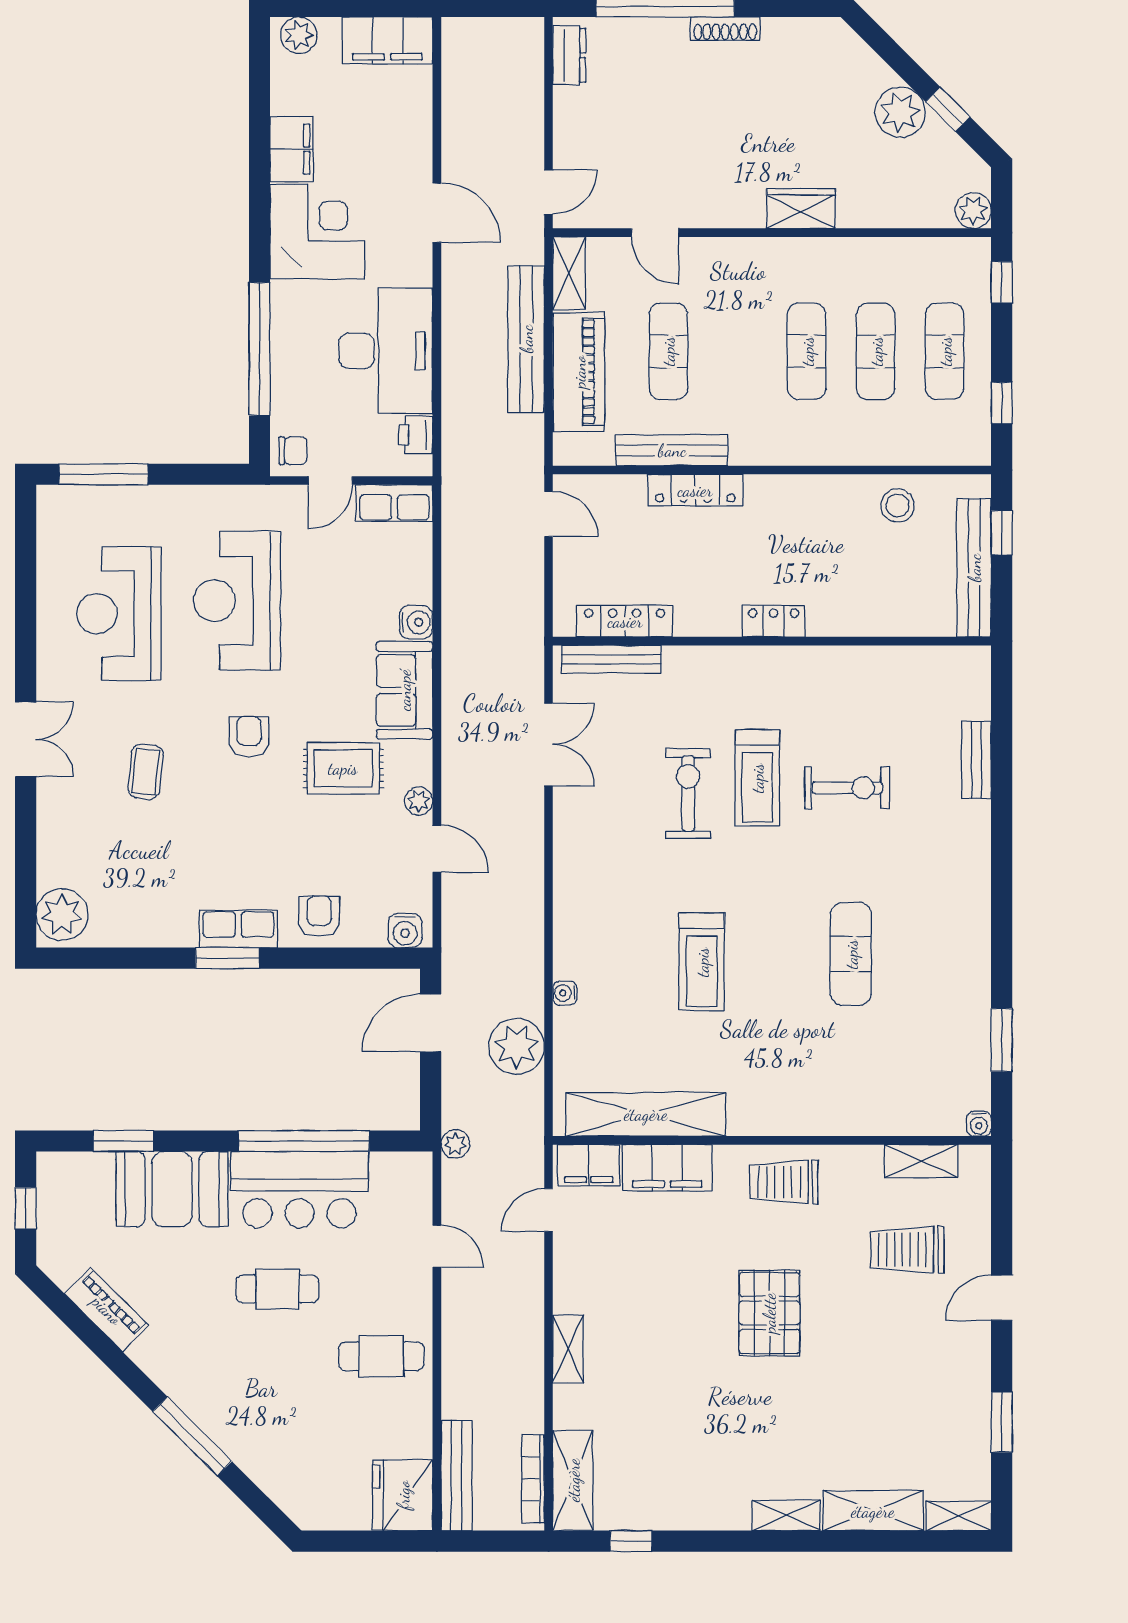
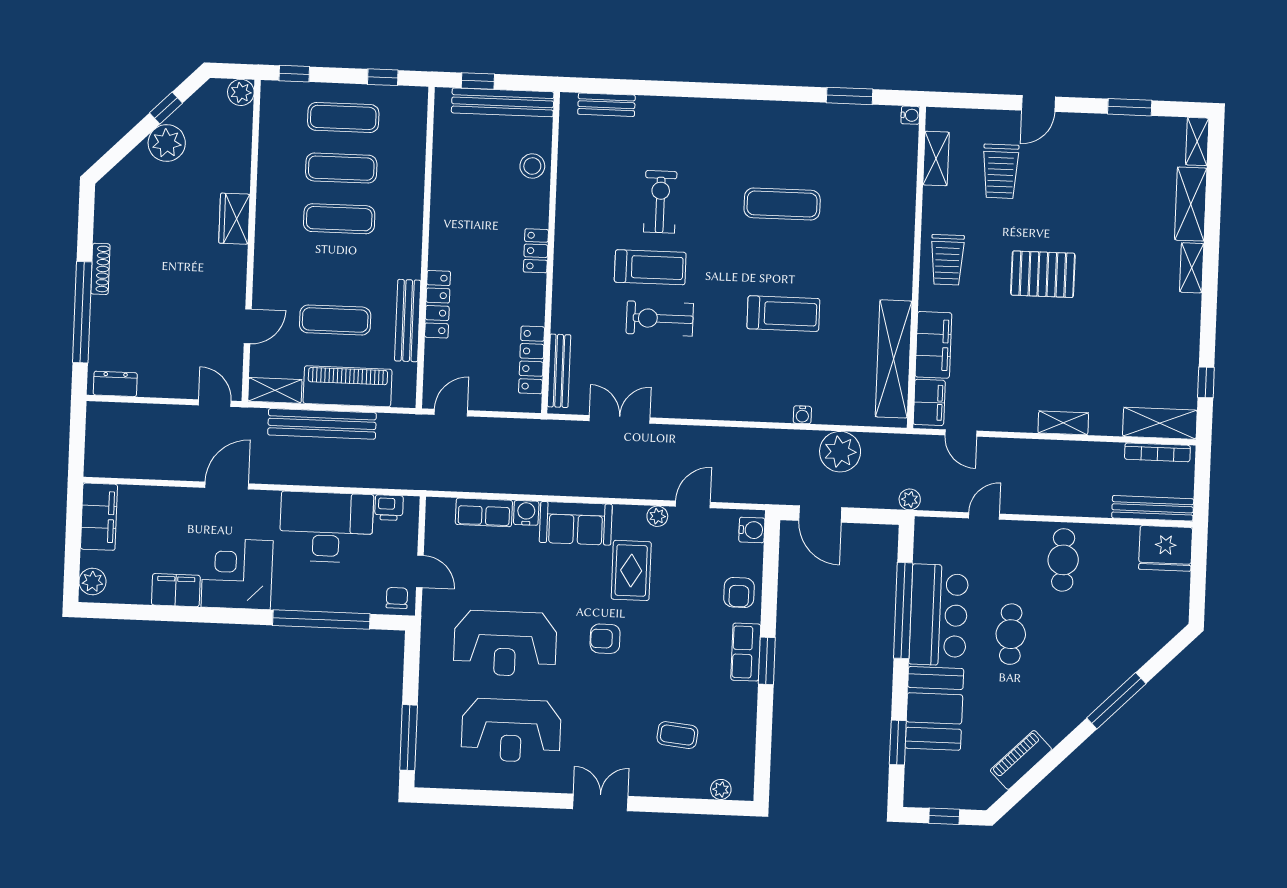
row of seats: (394, 503) -> (484, 512), moved, turned 90
stool: (898, 505) -> (532, 166), moved
bench: (976, 760) -> (606, 105), moved
coffee table: (146, 772) -> (677, 735), moved
plant: (62, 915) -> (721, 789), width x0.53, depth x0.53
armchair: (319, 916) -> (739, 593), turned -90
door: (1002, 1298) -> (1038, 104), hinge flipped

